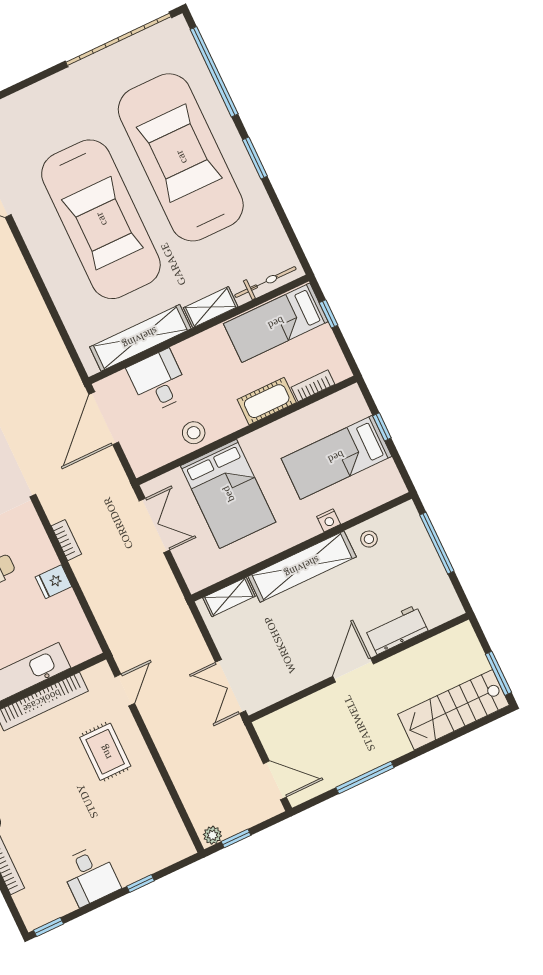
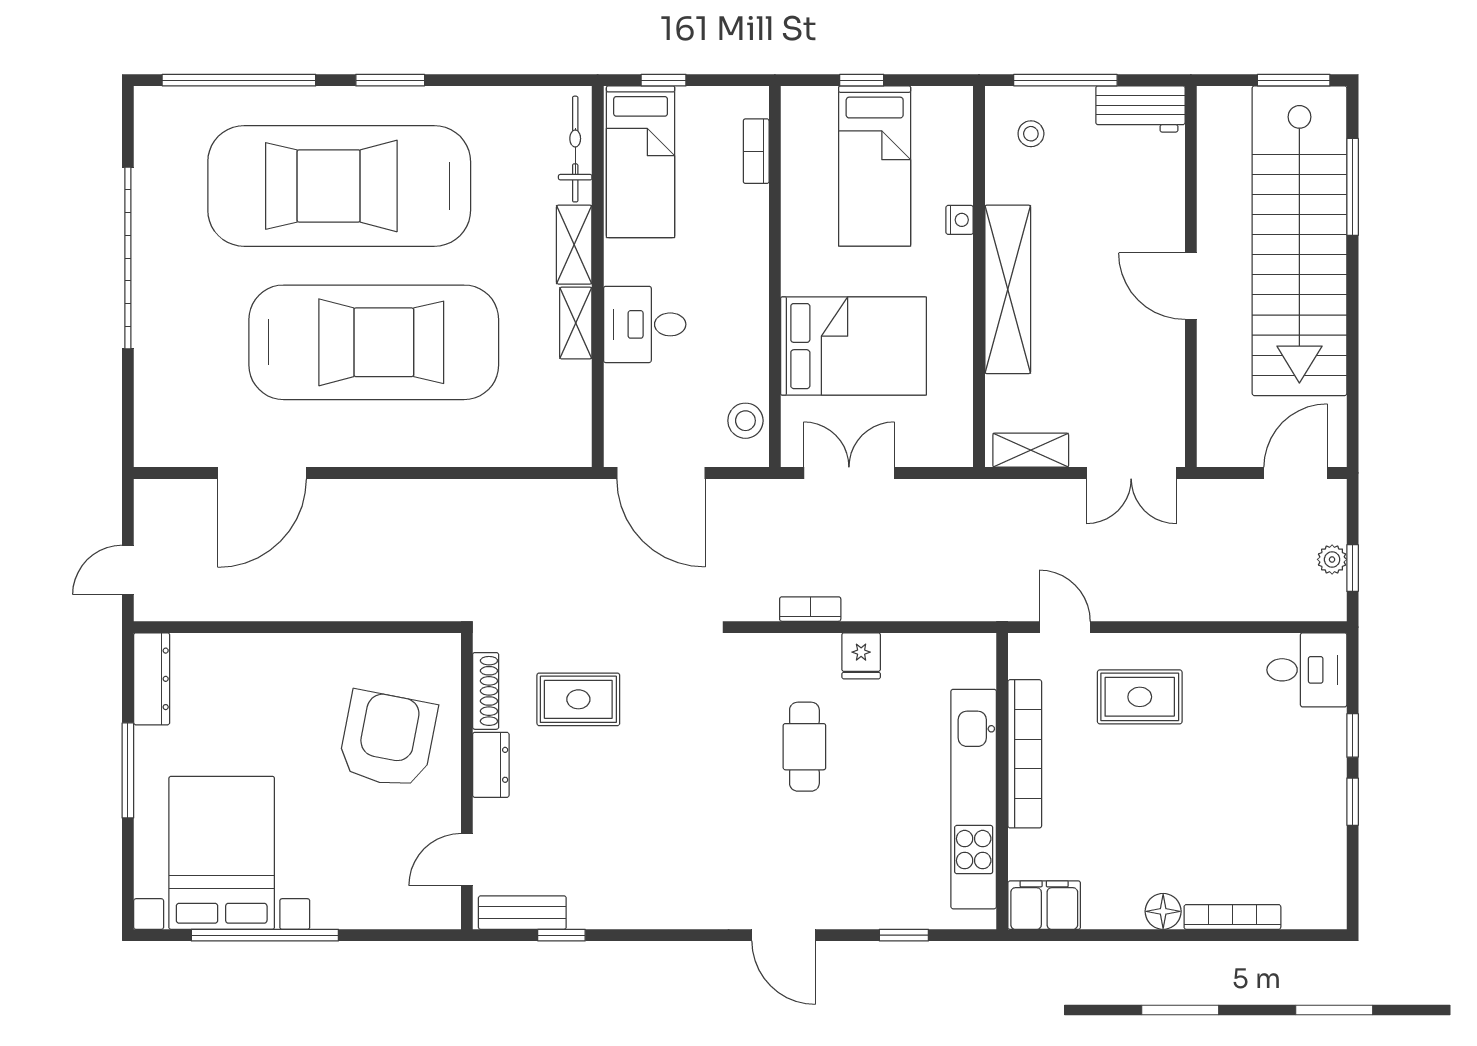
garage door: (118, 39) -> (128, 258), moved
shelving: (140, 338) -> (576, 323), width x0.45, depth x0.75
desk: (158, 381) -> (645, 324), moved
cot: (267, 401) -> (747, 228), removed
stool: (194, 433) -> (745, 421), moved
stool: (369, 539) -> (1031, 134), moved
shelving: (229, 597) -> (1031, 450), moved, turned 90
workbench: (396, 630) -> (1140, 109), moved, turned -90
stairs: (453, 710) -> (1299, 241), width x1.86, depth x1.51
window: (365, 777) -> (1353, 187), moved
plant: (212, 835) -> (1332, 559), moved
desk: (90, 876) -> (1307, 670), moved
window: (49, 927) -> (1353, 802), moved

